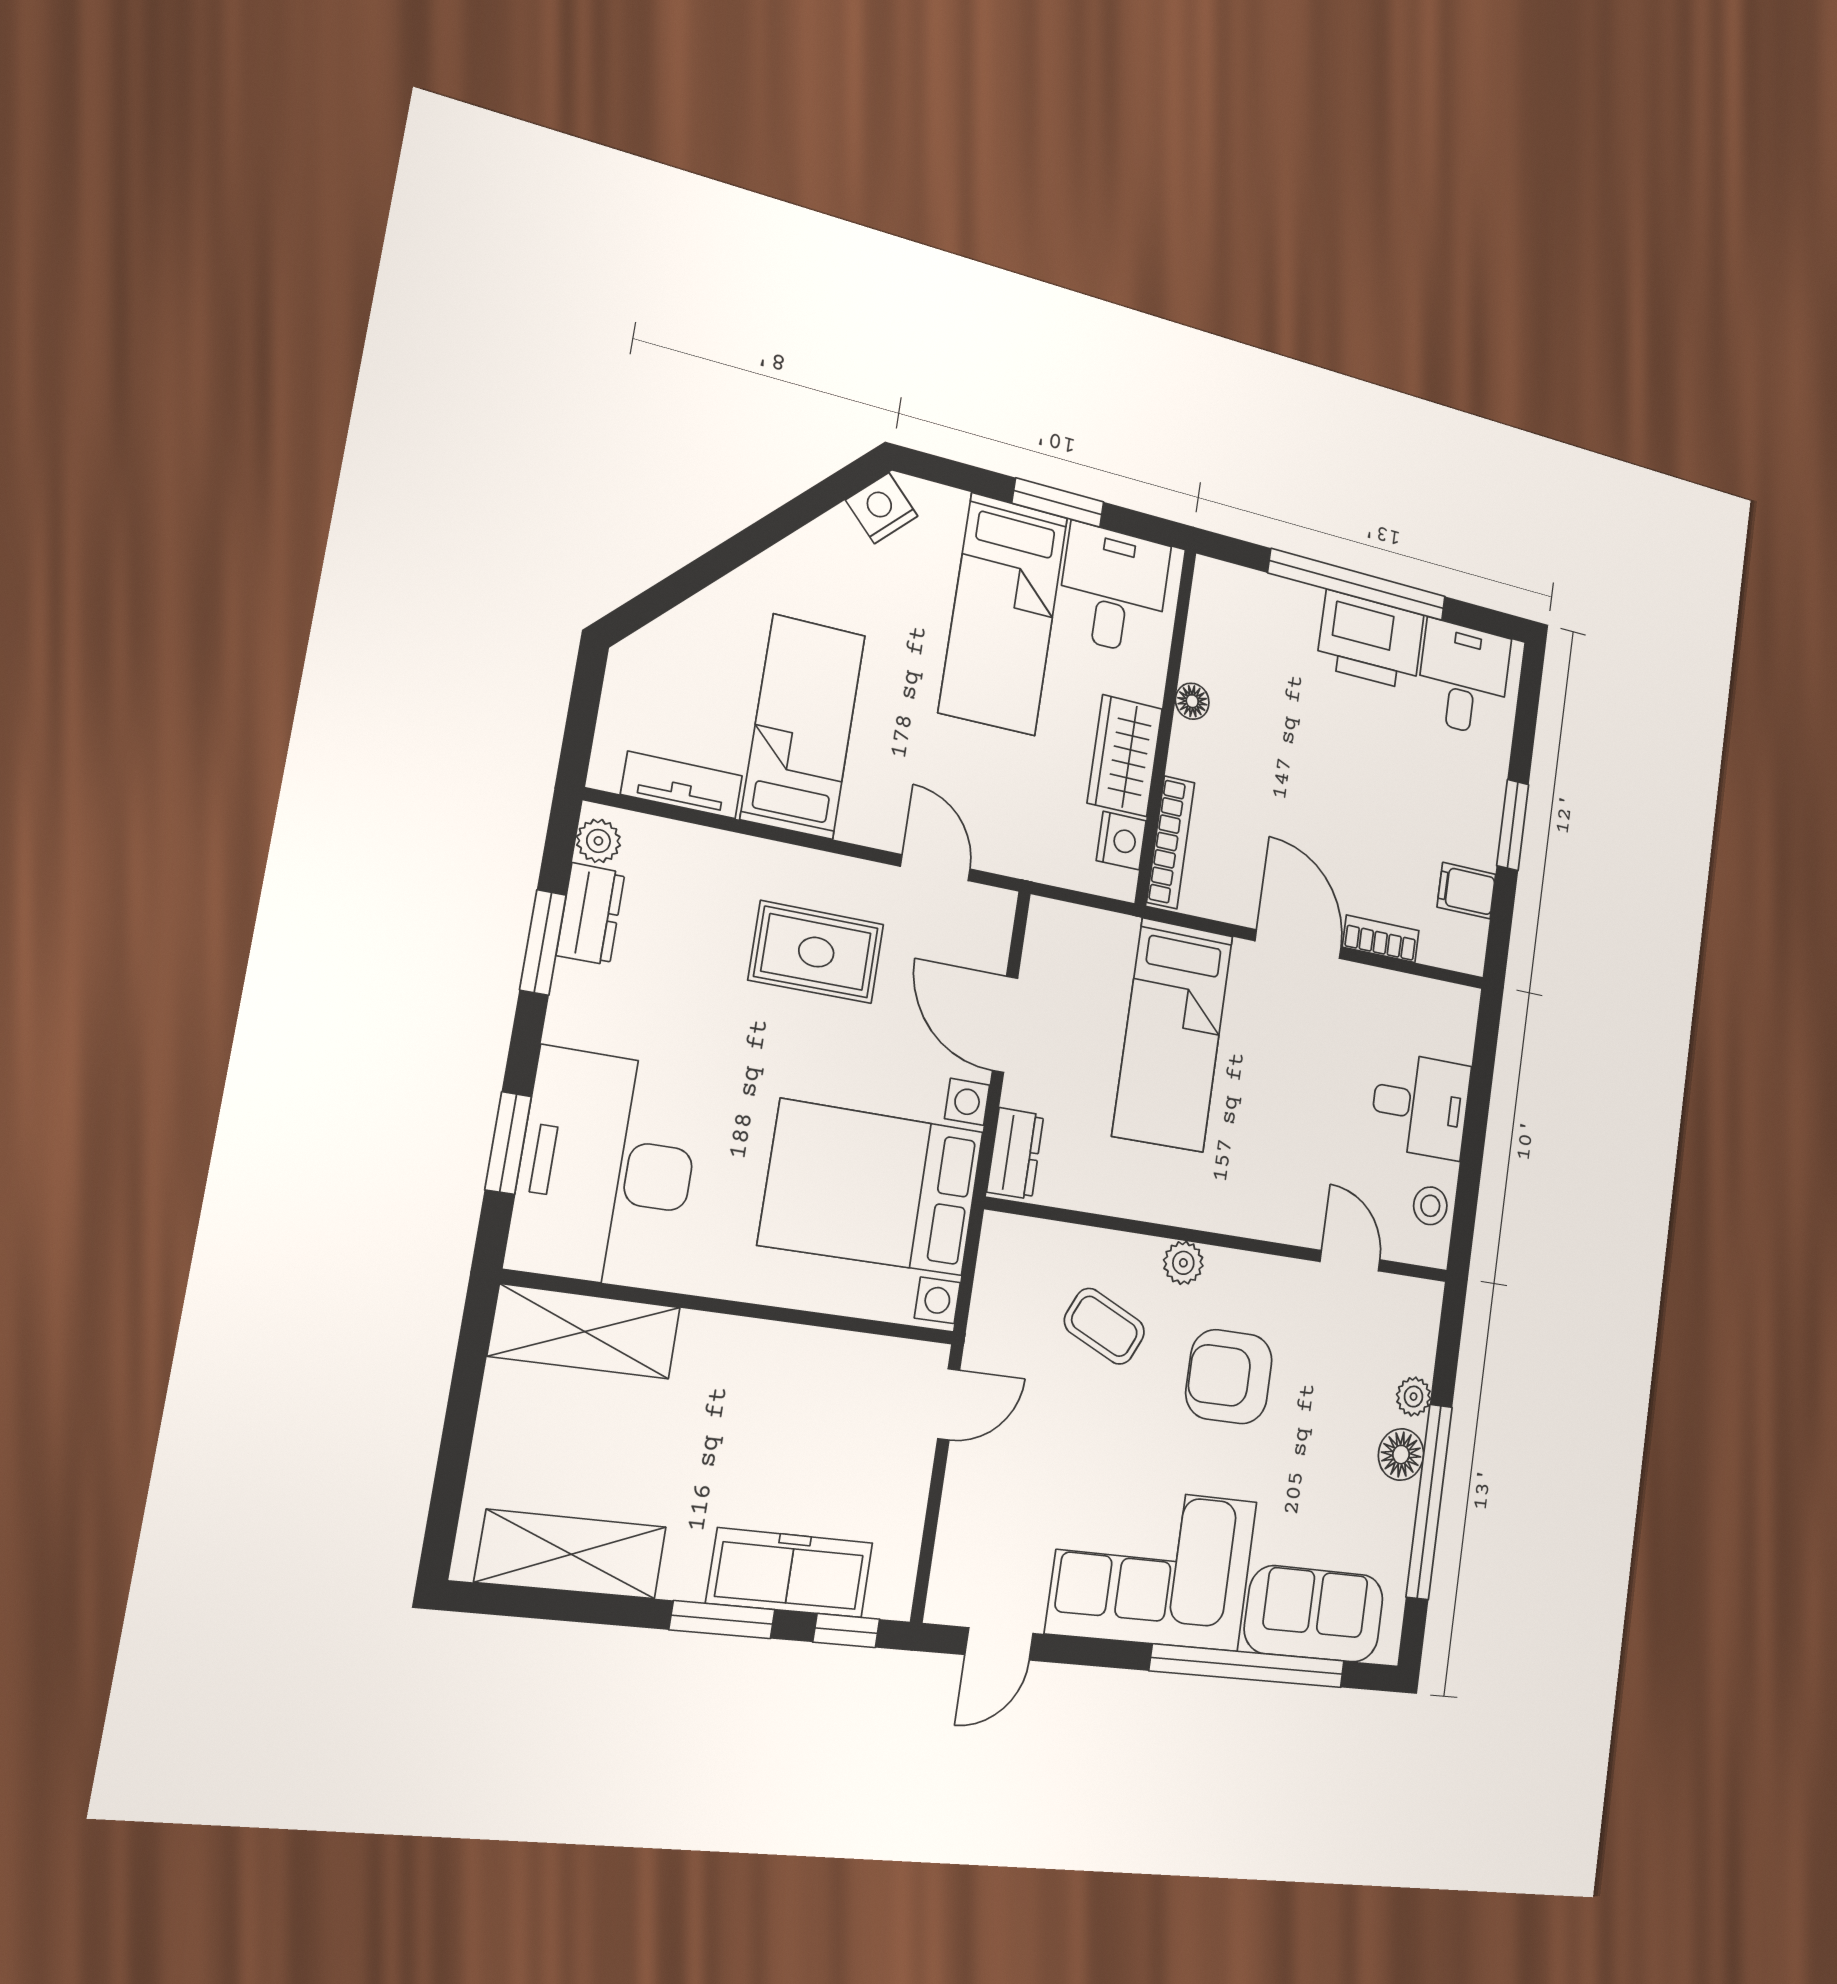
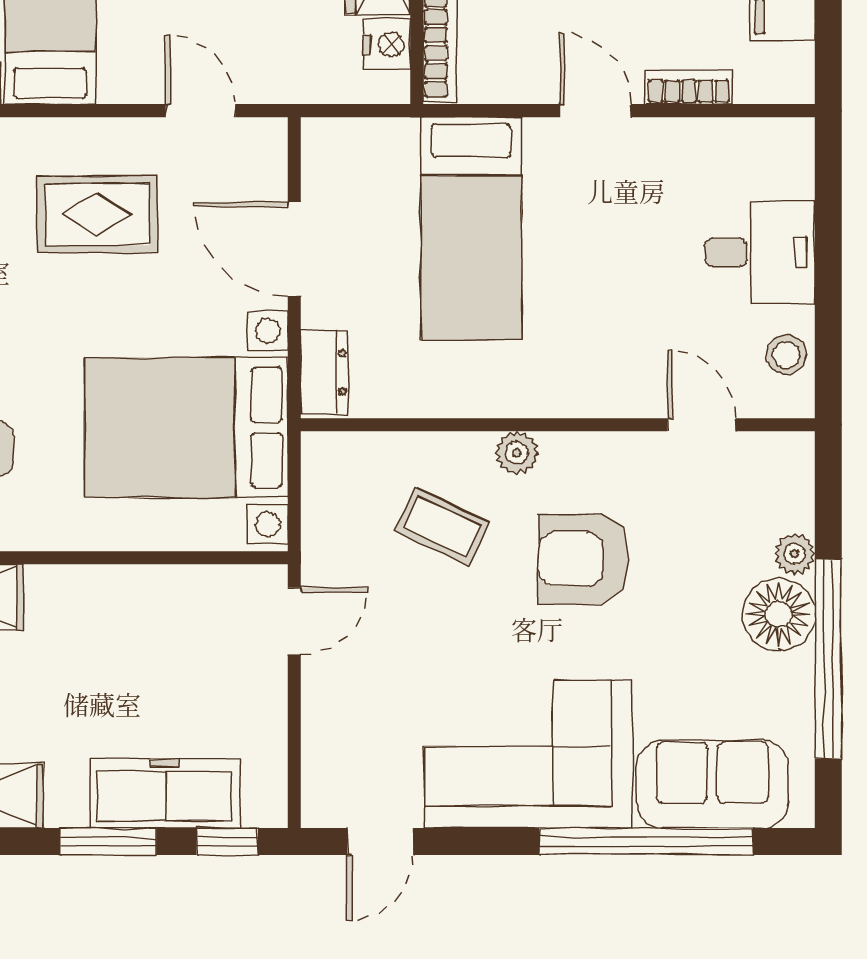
door: (1298, 944) -> (596, 111), width x0.73
floor lamp: (1401, 1455) -> (779, 614), width x1.38, depth x1.38

